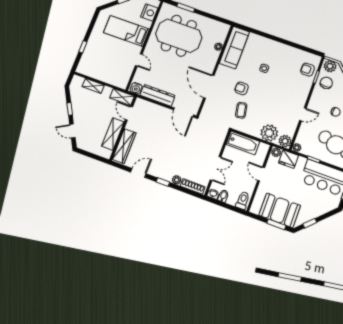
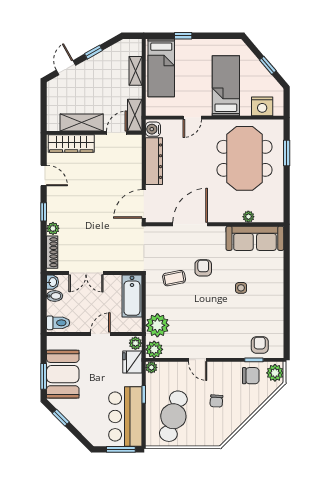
bed: (98, 68) -> (161, 68), added

